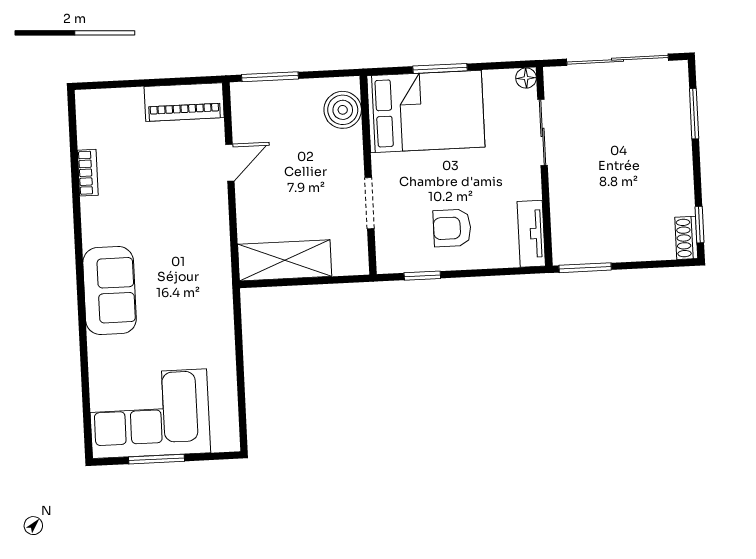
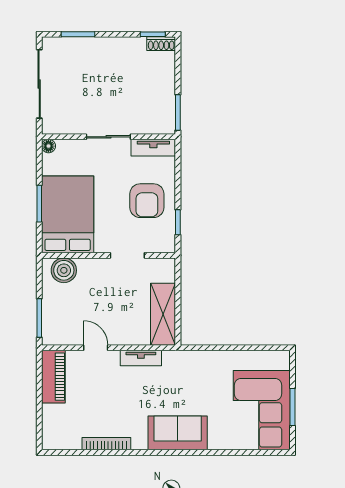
sliding door: (542, 132) -> (108, 137), moved
bookcase: (88, 173) -> (106, 444), width x1.56
armchair: (452, 228) -> (147, 201), width x1.38, depth x1.38
tv unit: (218, 231) -> (141, 358), added

